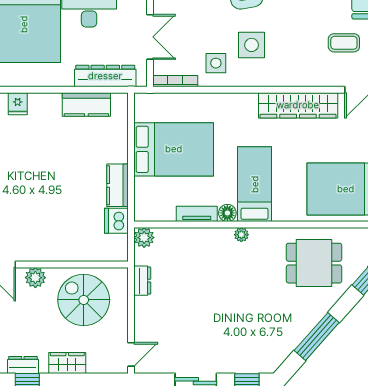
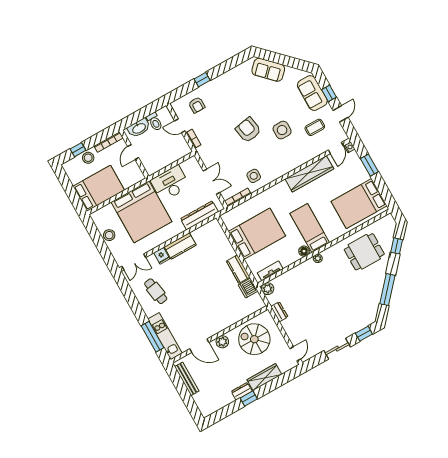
side table: (252, 45) -> (282, 130), moved
kitchen counter: (86, 105) -> (180, 246), moved
tv unit: (197, 214) -> (270, 271), moved
wardrobe: (67, 363) -> (264, 377), width x1.50

